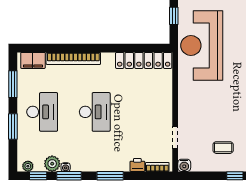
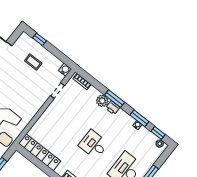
desk: (95, 112) -> (94, 144), width x0.73
plant: (52, 164) -> (102, 101), moved
printer: (137, 165) -> (113, 108), moved

